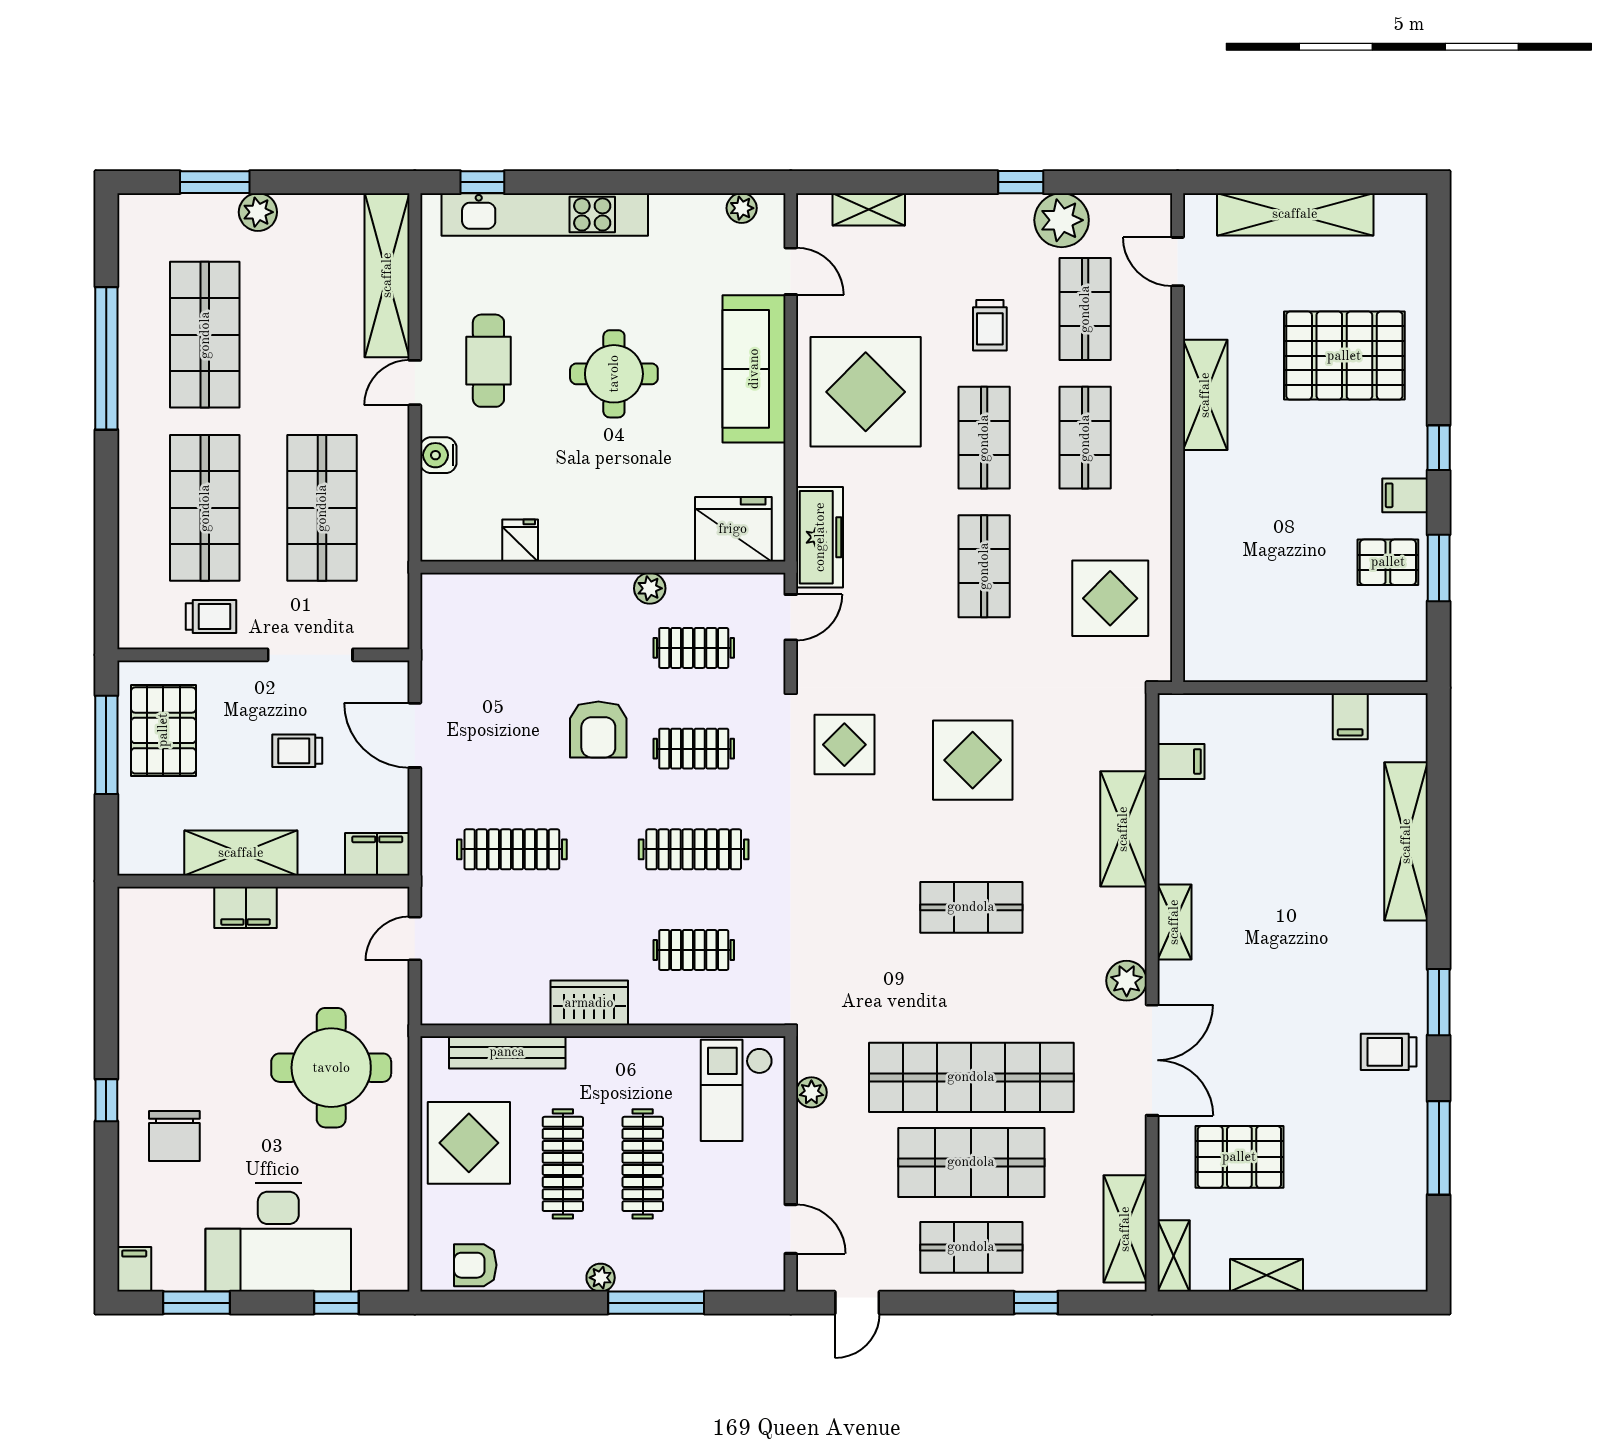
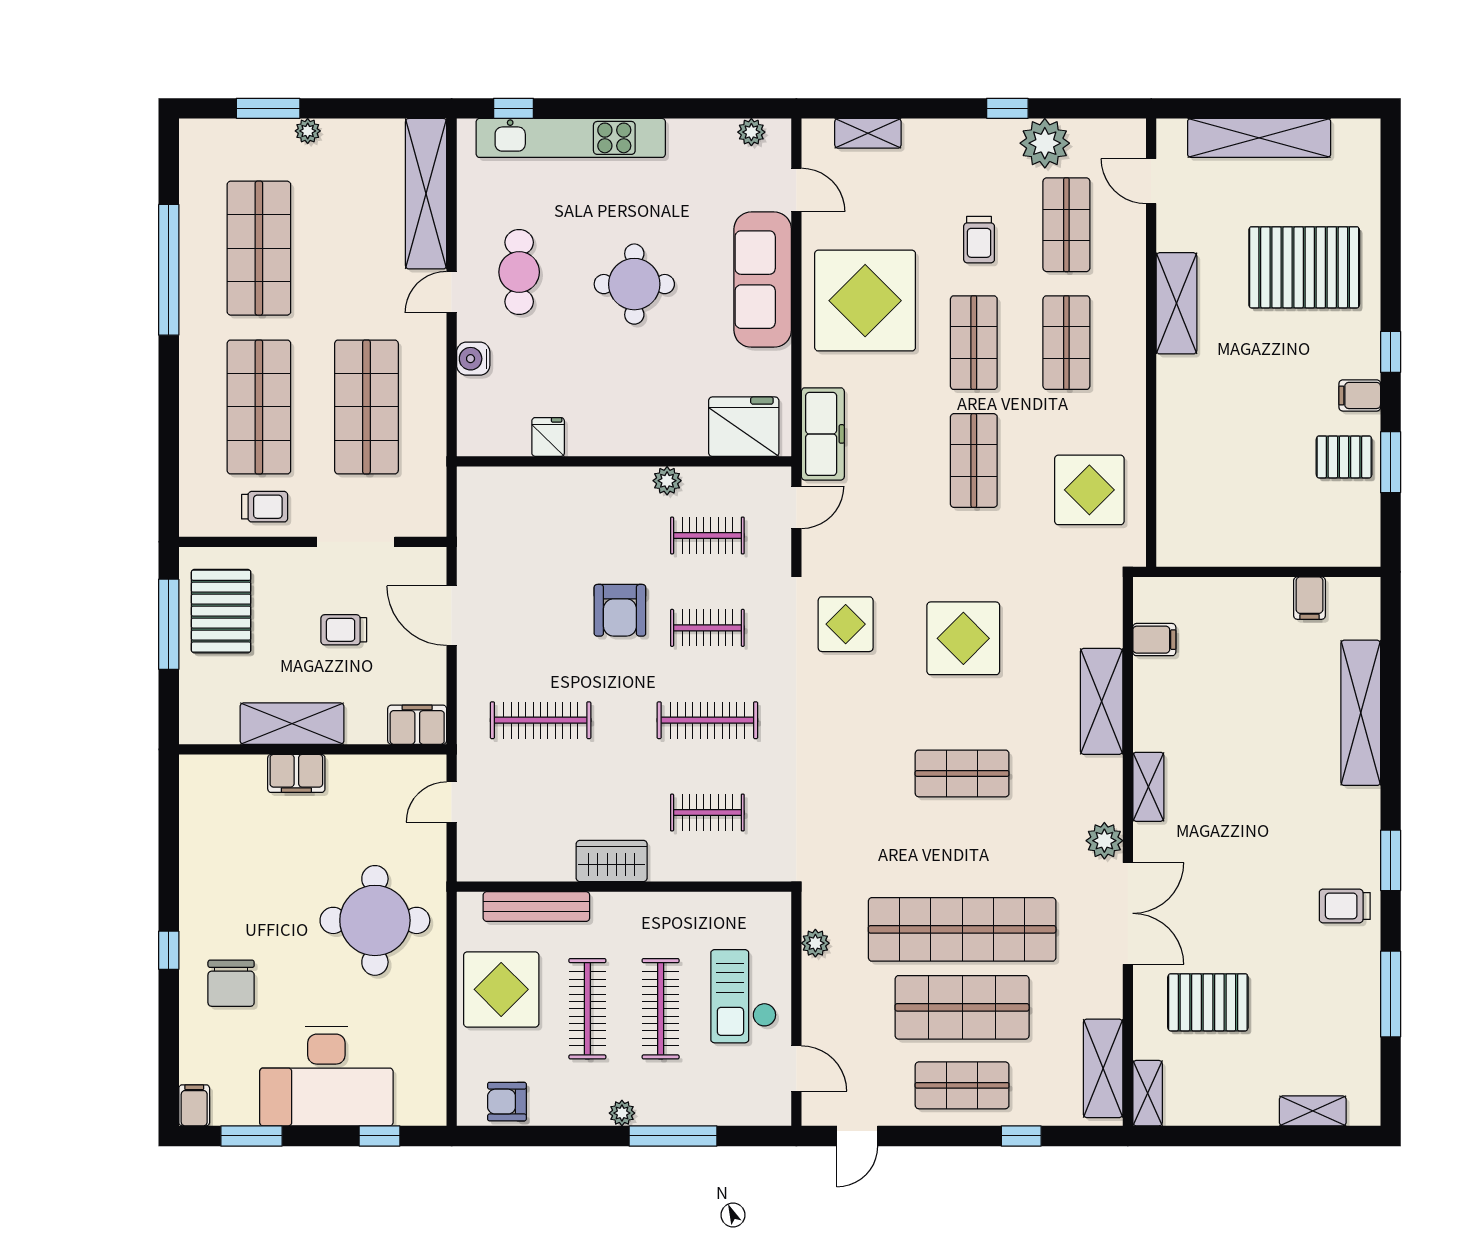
plant: (258, 212) -> (308, 131), width x0.73, depth x0.73
checkout: (737, 1090) -> (744, 996), moved
shelving: (1267, 1275) -> (1313, 1111), moved

